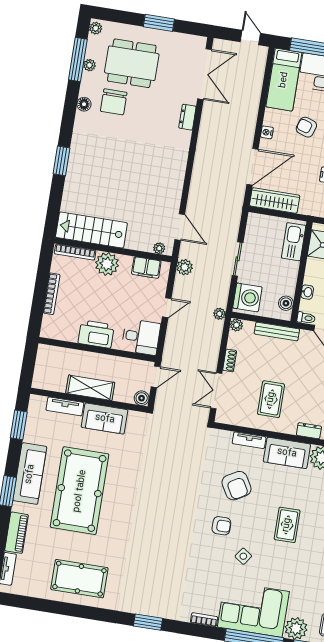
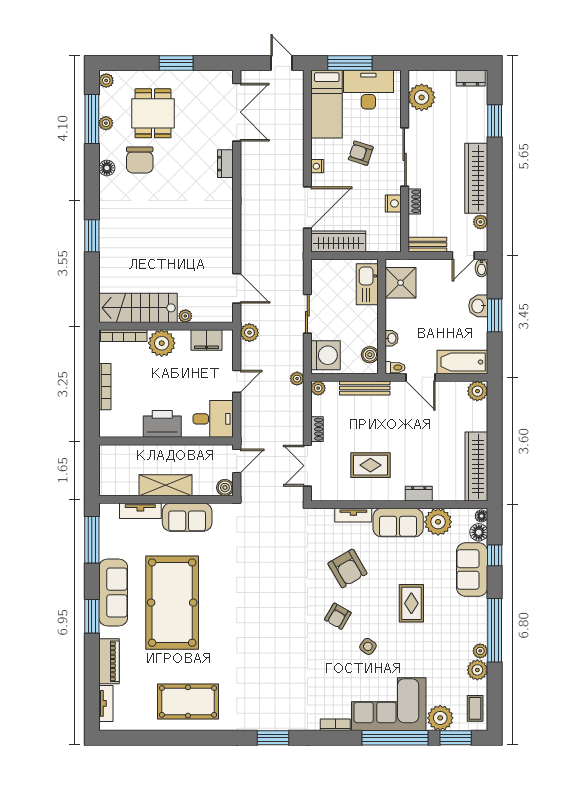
dining table: (132, 63) -> (153, 113), width x0.73
plant: (159, 248) -> (185, 316), moved
rug: (271, 399) -> (370, 465), turned 90
window: (19, 425) -> (92, 540), width x1.44
armchair: (221, 526) -> (338, 616), turned 120

